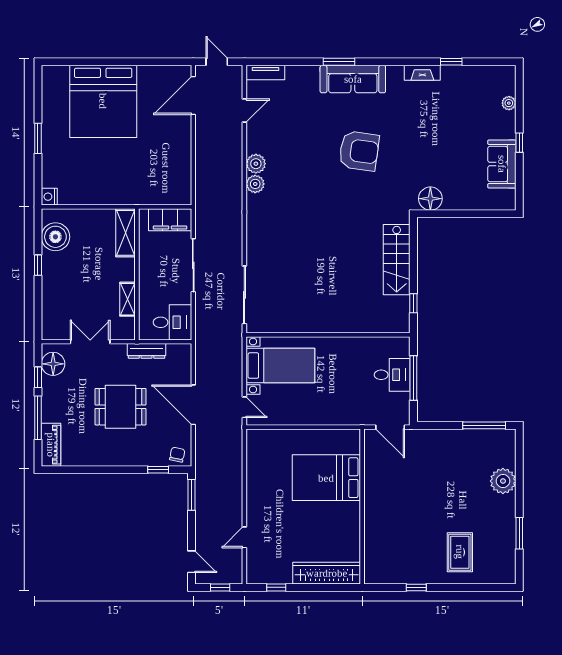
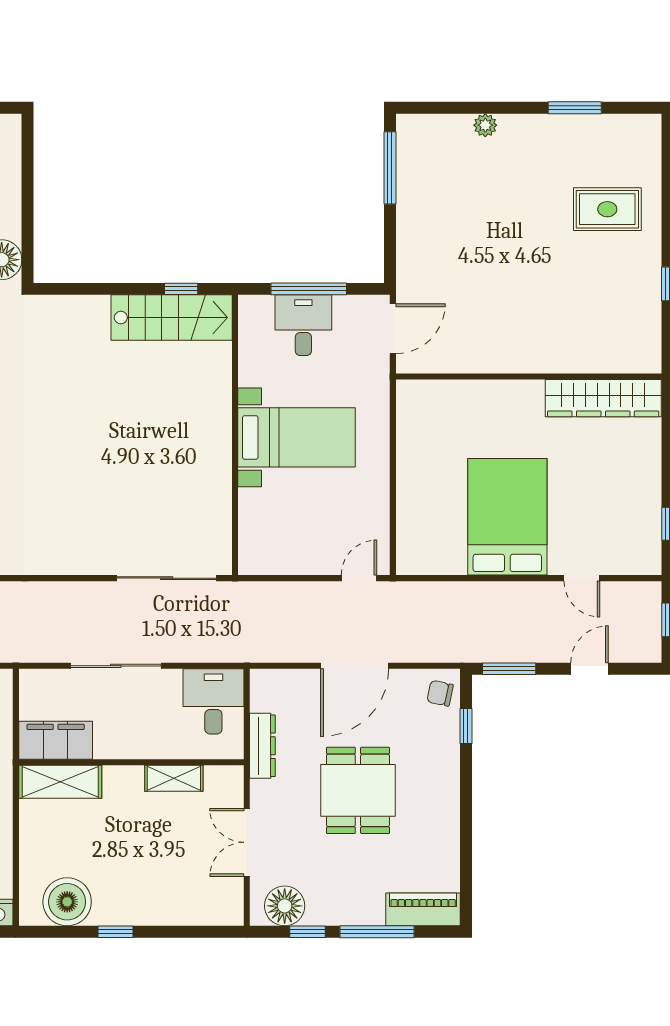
filing cabinet: (170, 220) -> (56, 740), moved, turned -90
stairs: (397, 260) -> (172, 318), moved
bed with nightstands: (280, 366) -> (297, 437), moved, turned 90
bed: (326, 478) -> (507, 517), moved, turned 180
plant: (503, 481) -> (485, 125), width x0.53, depth x0.53
door: (192, 562) -> (590, 669), moved
wardrobe: (327, 573) -> (603, 398), moved, turned -90

